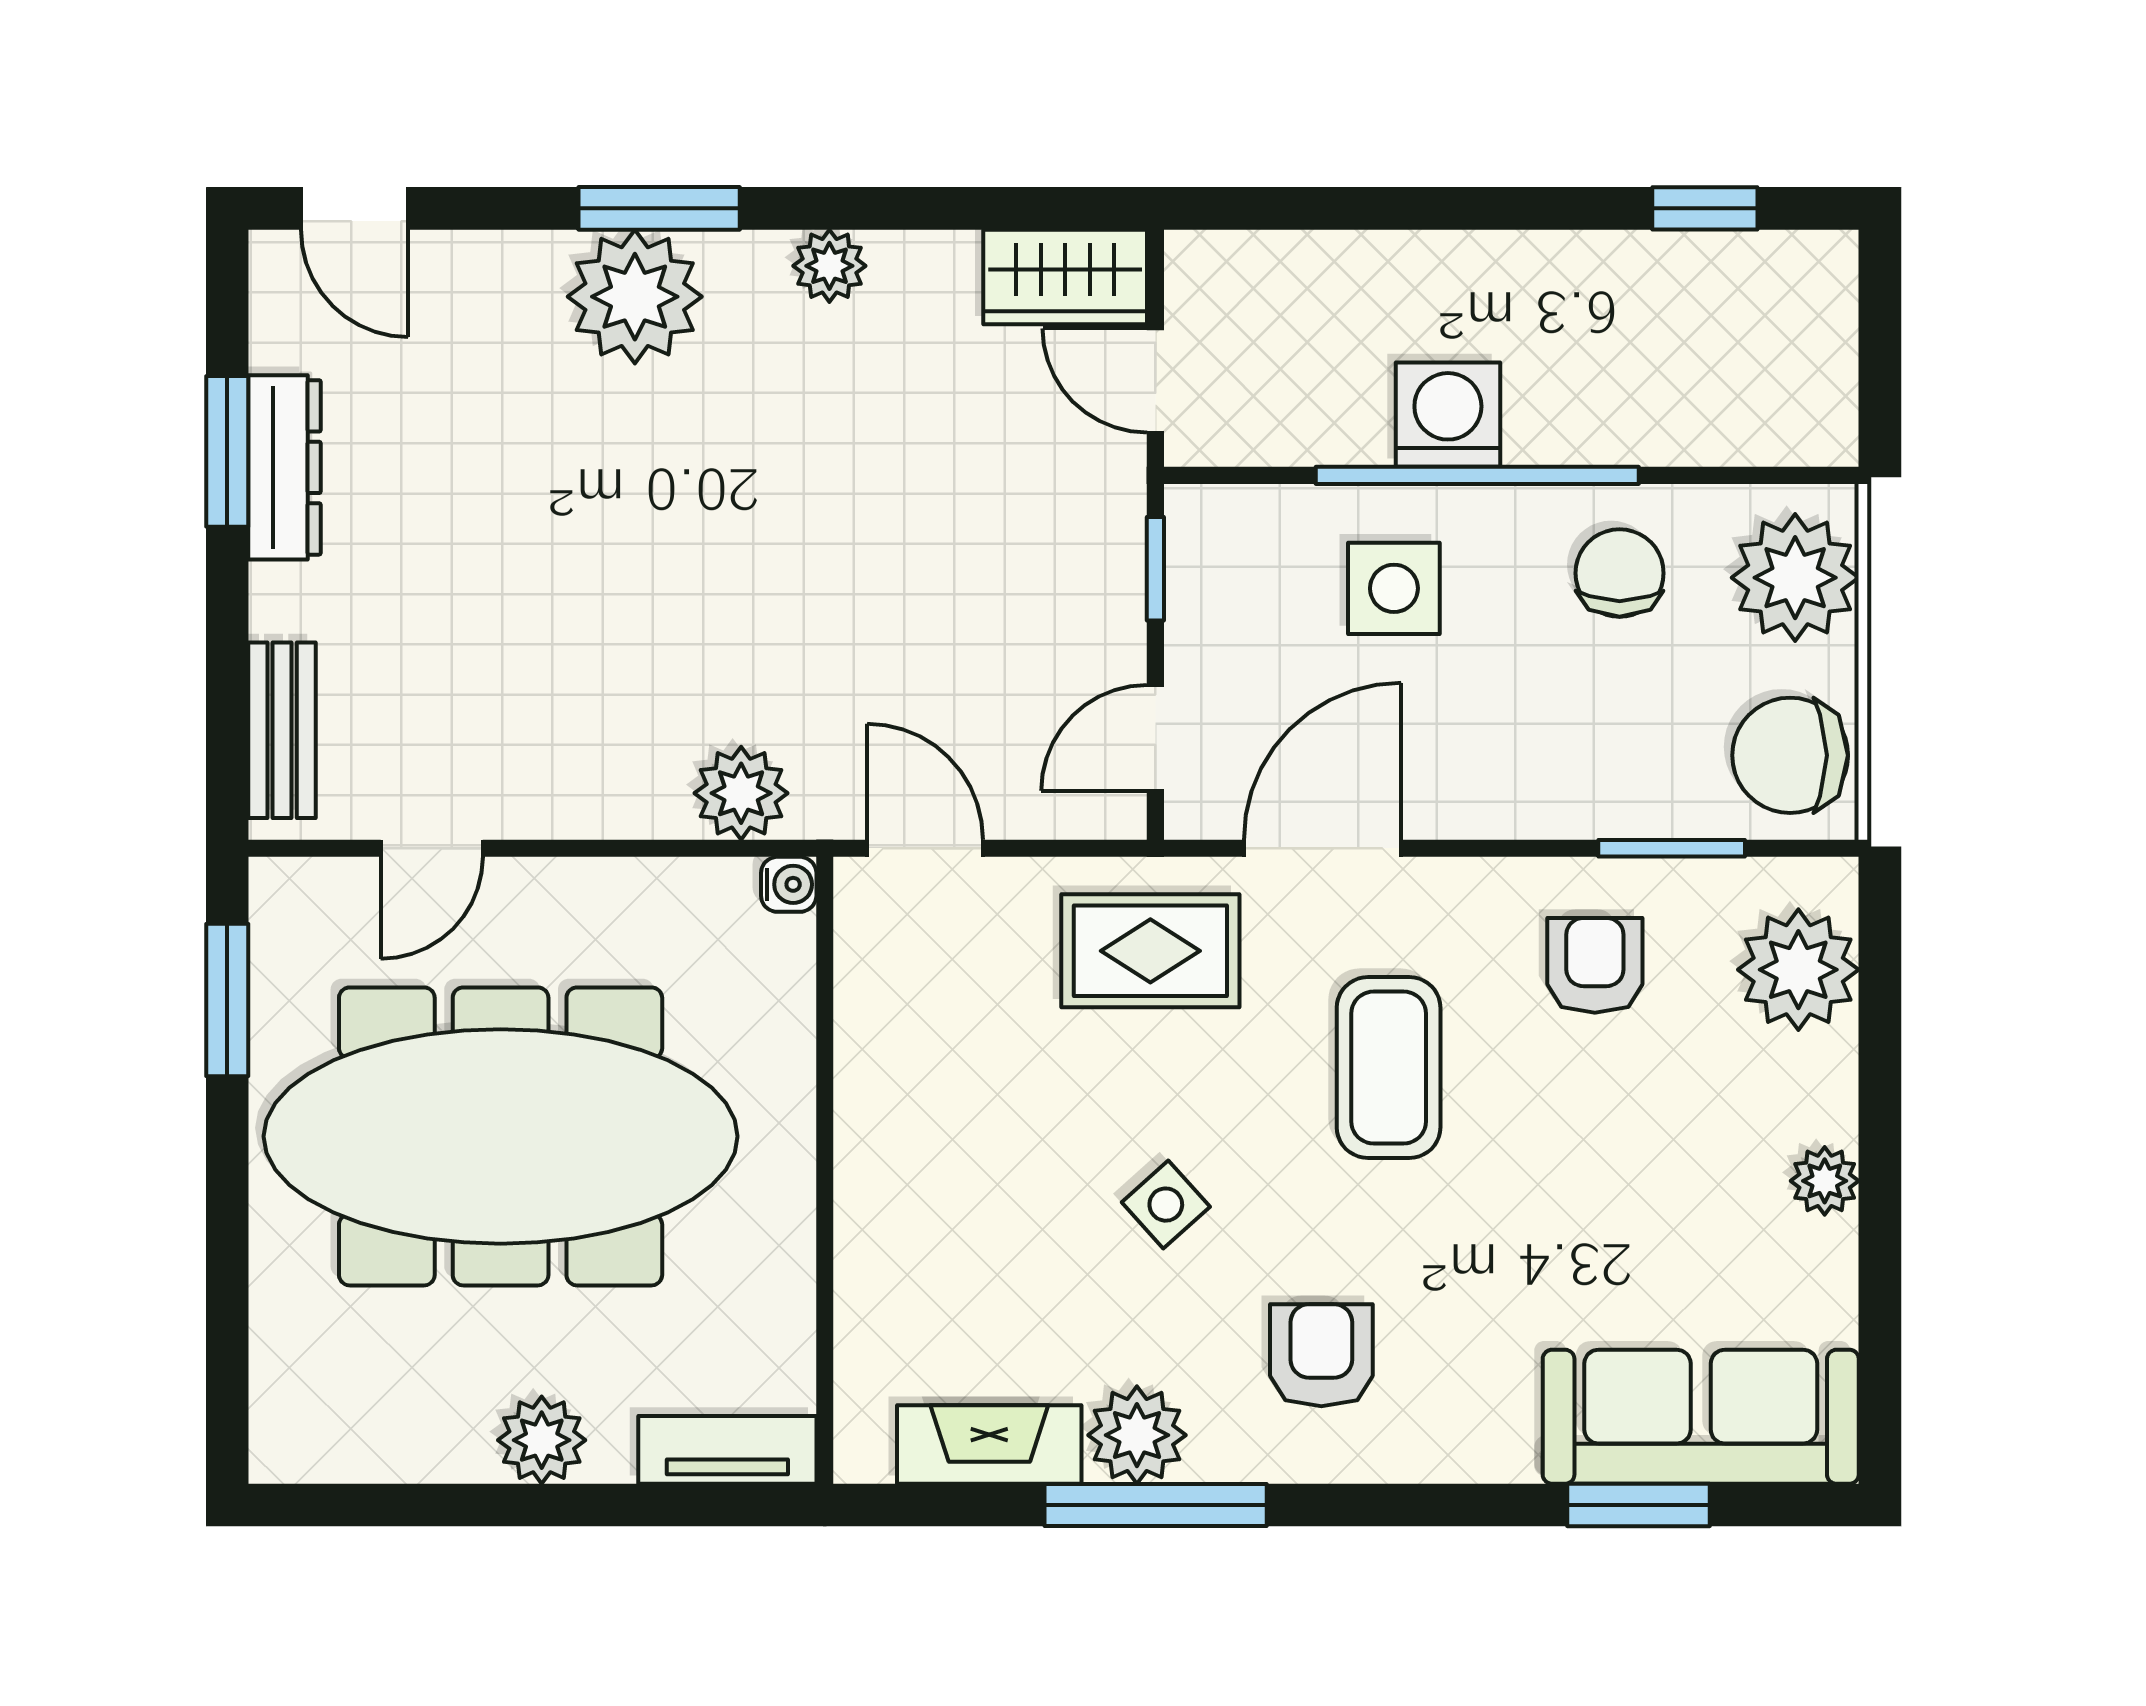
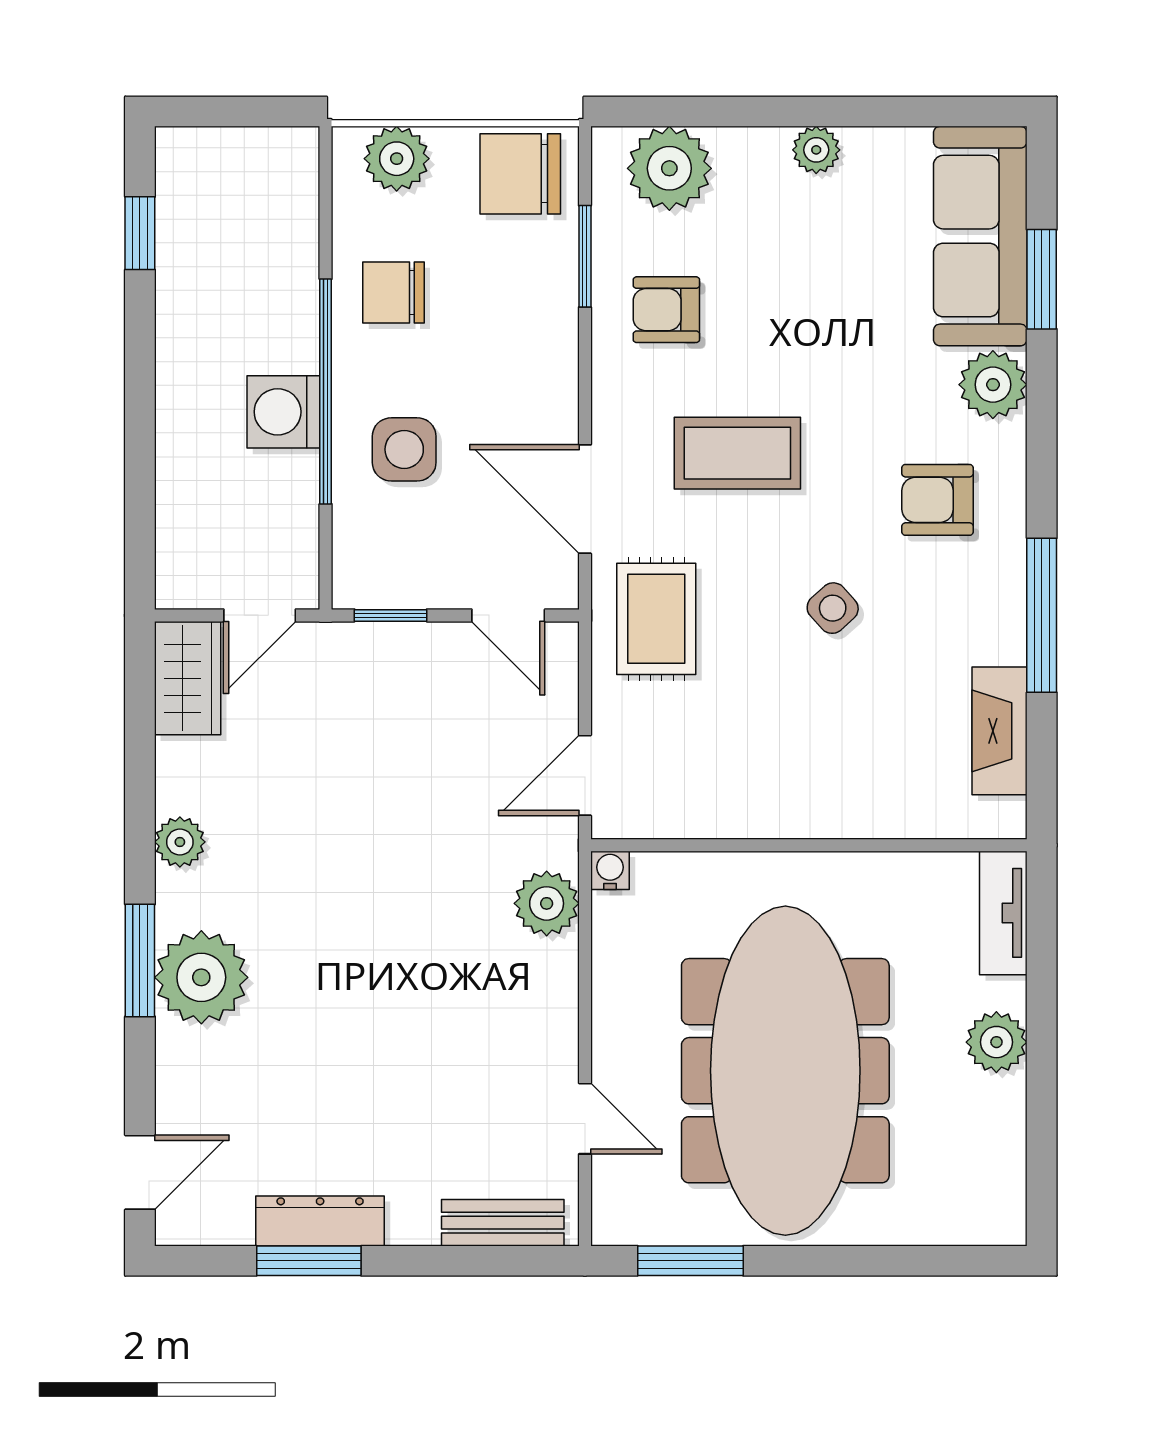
plant: (1795, 578) -> (397, 159), width x0.73, depth x0.73
chair: (1790, 755) -> (520, 174), turned 90
plant: (1137, 1435) -> (993, 385), moved

